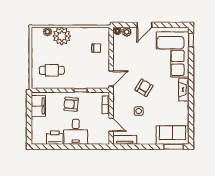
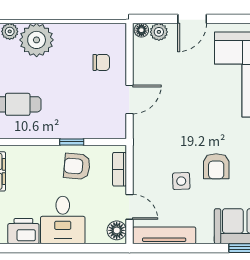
door: (111, 78) -> (129, 99), moved
armchair: (144, 88) -> (216, 166), moved, turned 149
armchair: (71, 104) -> (77, 166), moved
floor lamp: (104, 137) -> (117, 230), added
tv unit: (125, 140) -> (164, 235), width x1.41

